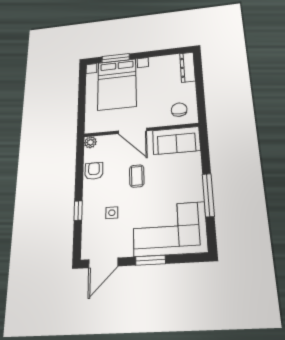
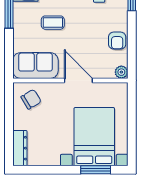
chair: (179, 110) -> (31, 99), turned -121
coffee table: (137, 176) -> (53, 23), moved, turned 90

